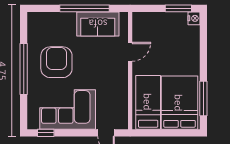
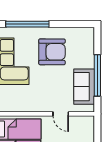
window: (24, 69) -> (27, 24), moved

